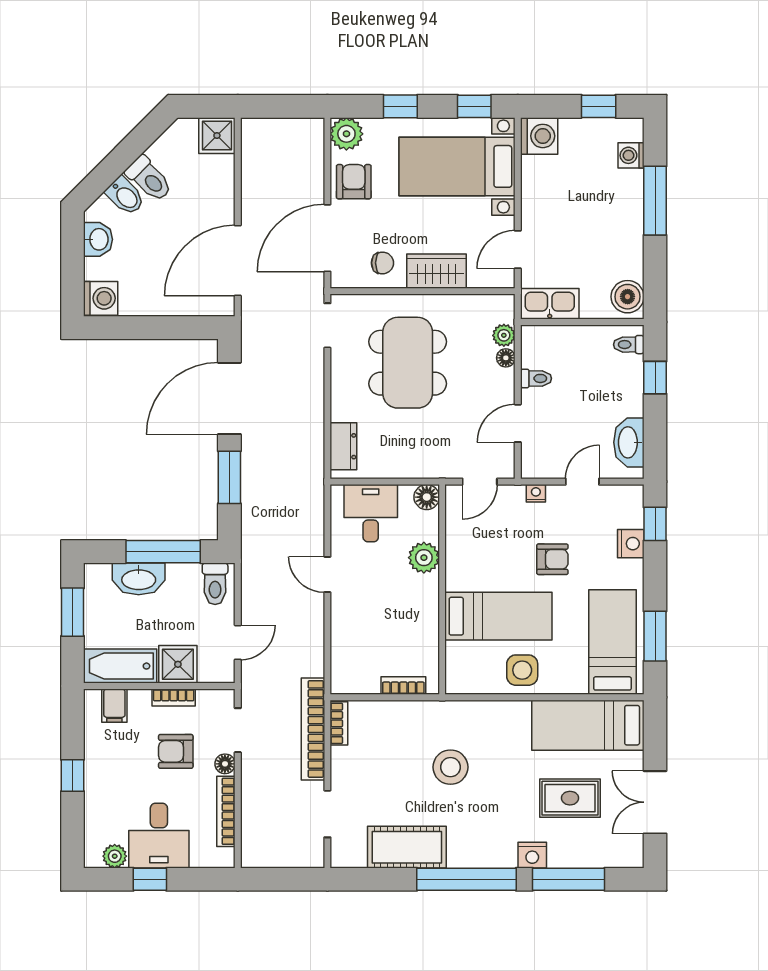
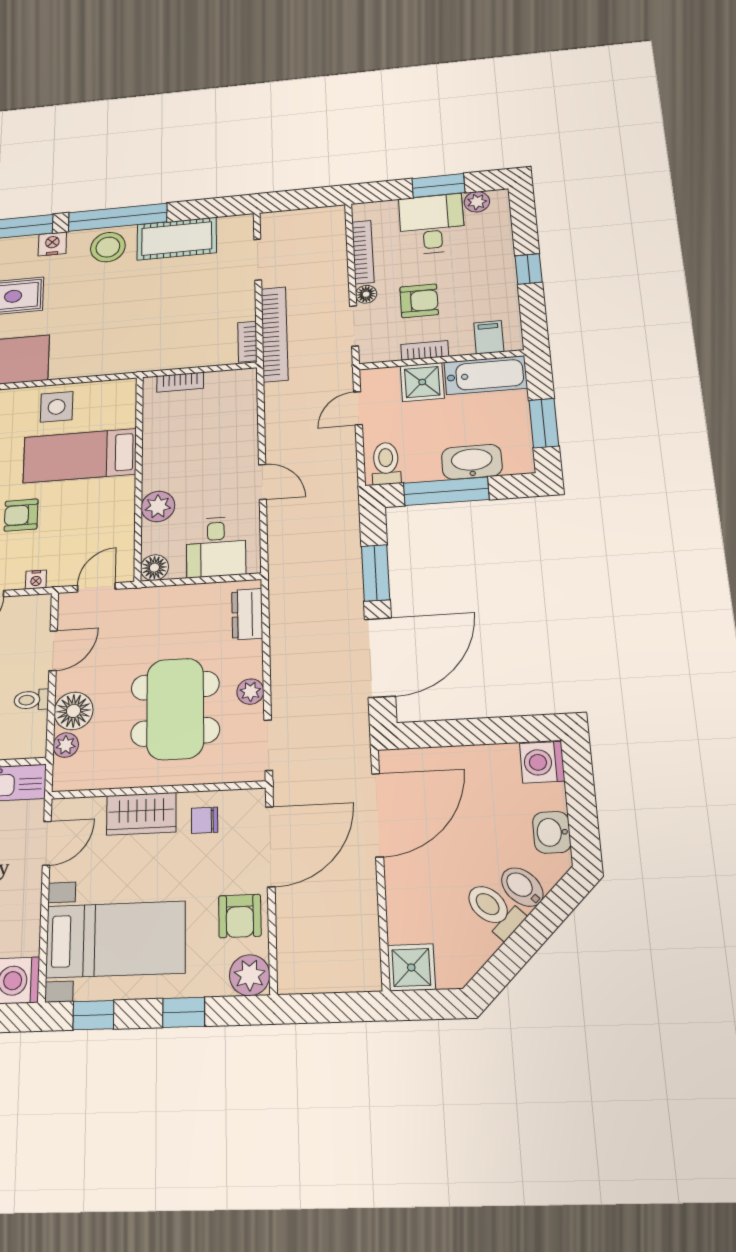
floor lamp: (506, 358) -> (74, 711), width x1.89, depth x1.89
plant: (342, 374) -> (250, 692), added
stool: (450, 767) -> (108, 247), moved
window: (150, 879) -> (438, 186), width x1.50

